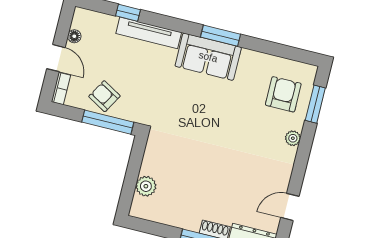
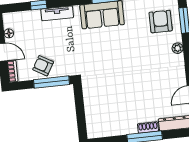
tv unit: (149, 33) -> (57, 13), width x0.71
plant: (146, 186) -> (92, 115), removed

